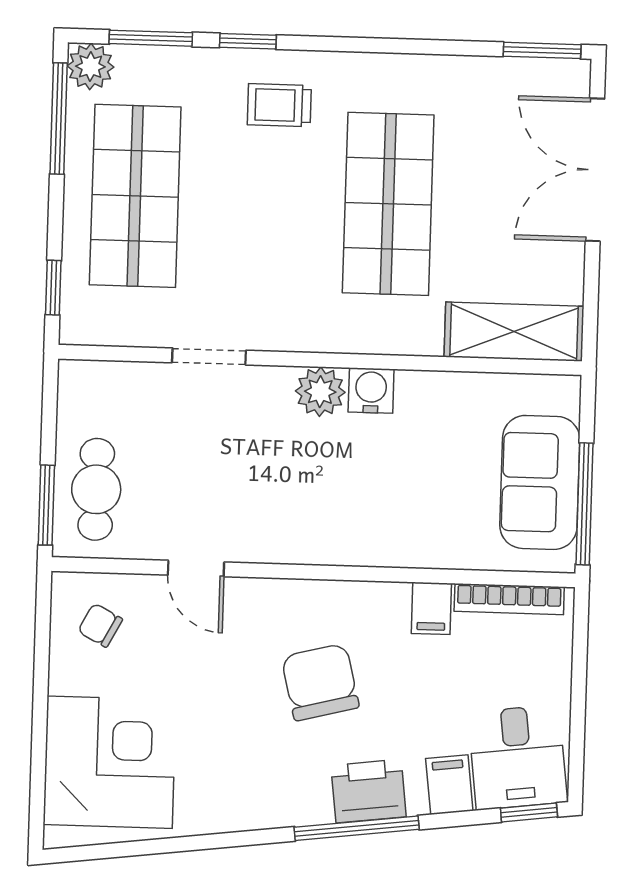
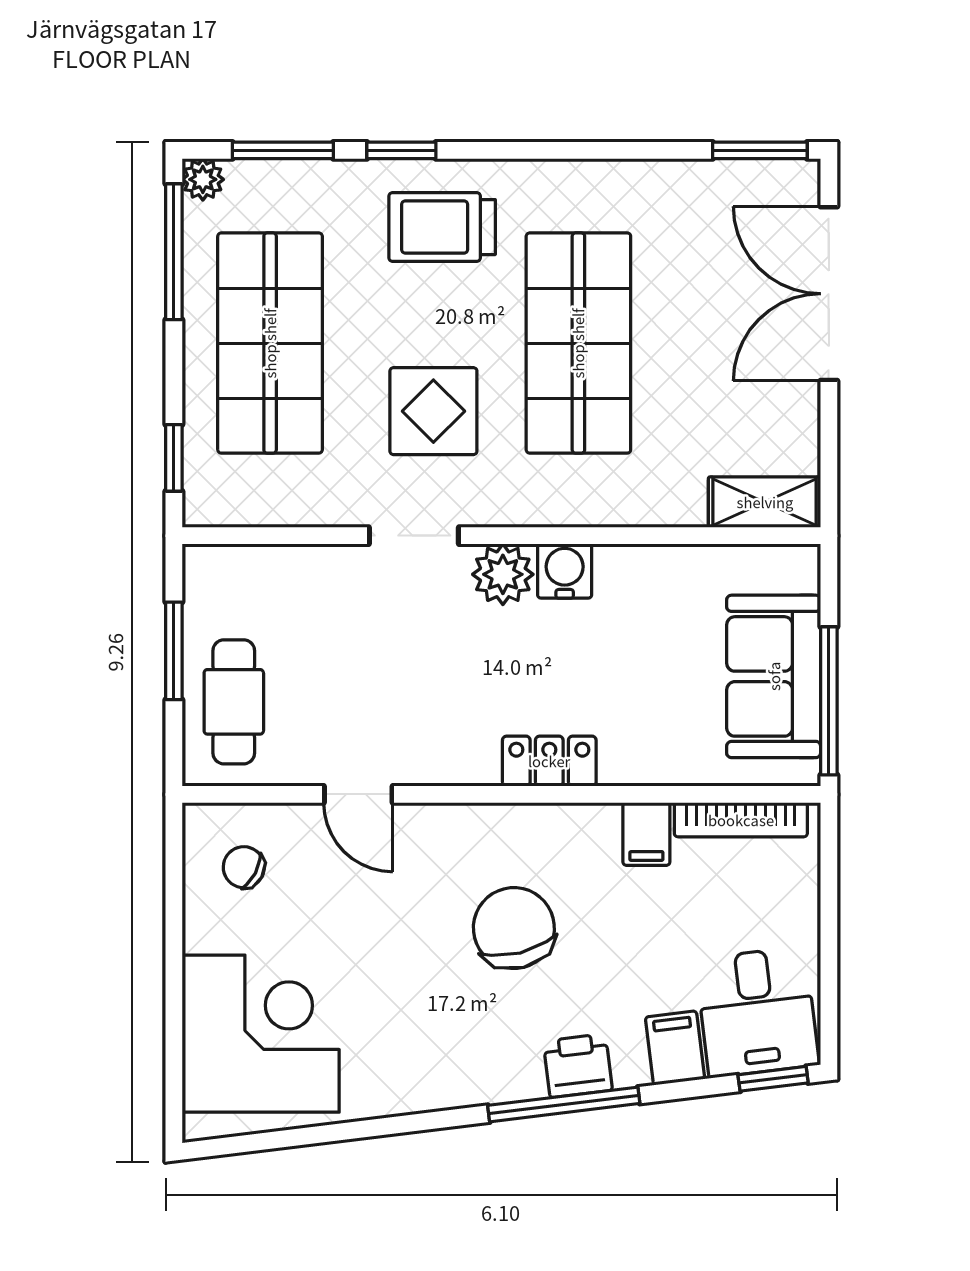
plant: (90, 66) -> (203, 179), width x0.73, depth x0.73
trolley: (279, 105) -> (442, 227), width x1.36, depth x1.39
display table: (268, 256) -> (433, 411), added
shelving: (514, 332) -> (765, 502), width x0.67, depth x0.75
doorway: (209, 356) -> (414, 536), moved
window: (46, 505) -> (174, 651), moved
locker: (354, 546) -> (549, 761), added
printer: (369, 791) -> (578, 1066), width x0.73, depth x0.81

